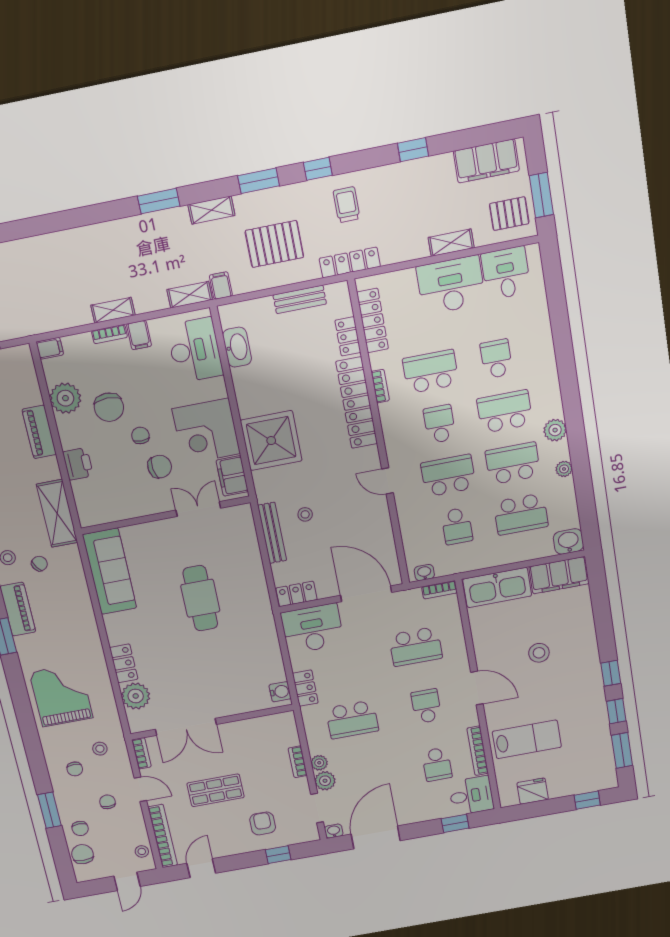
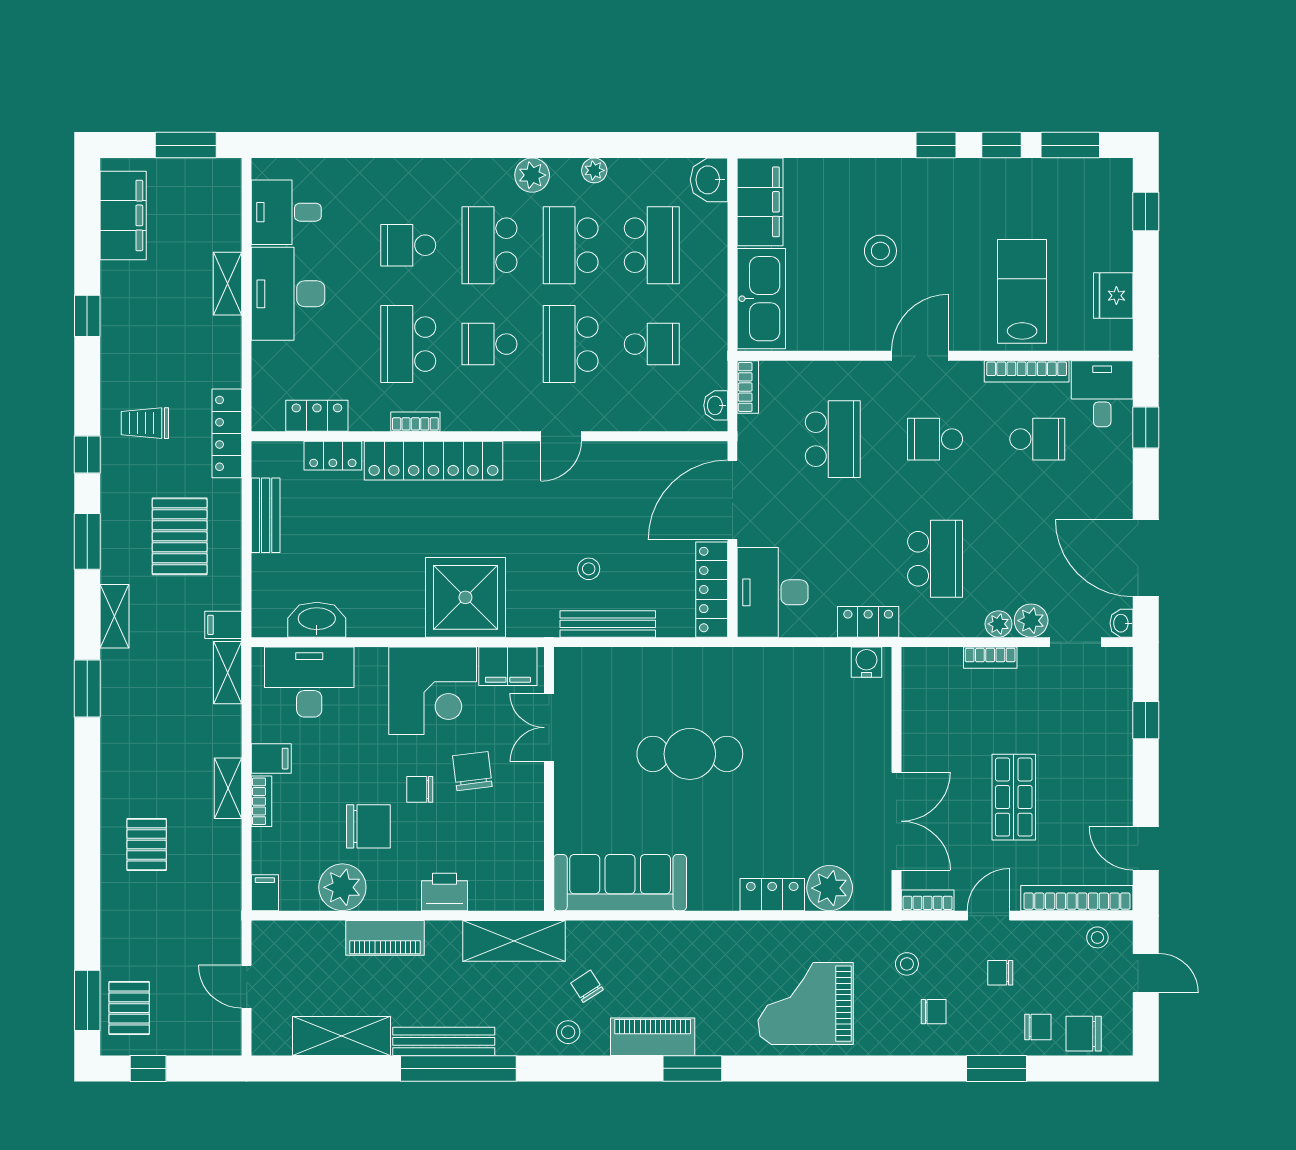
pallet: (509, 214) -> (147, 844), moved
locker: (373, 321) -> (317, 416), width x0.66
locker: (296, 594) -> (712, 590), width x1.53
armchair: (263, 824) -> (1086, 734), removed

